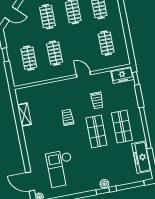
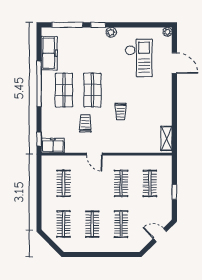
shelving: (24, 115) -> (166, 138), moved
door: (30, 182) -> (174, 63), moved
plant: (104, 184) -> (111, 32), moved

